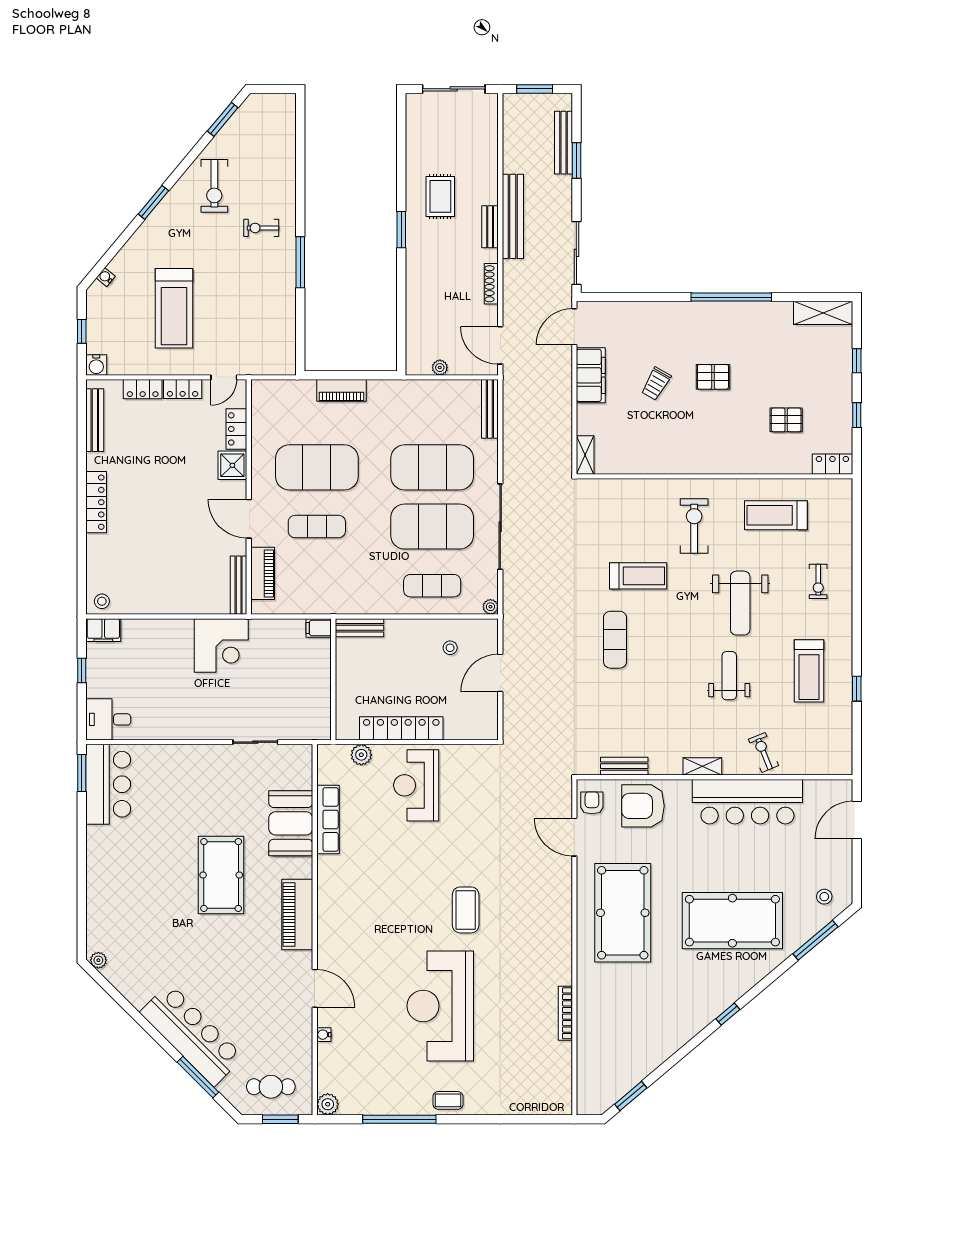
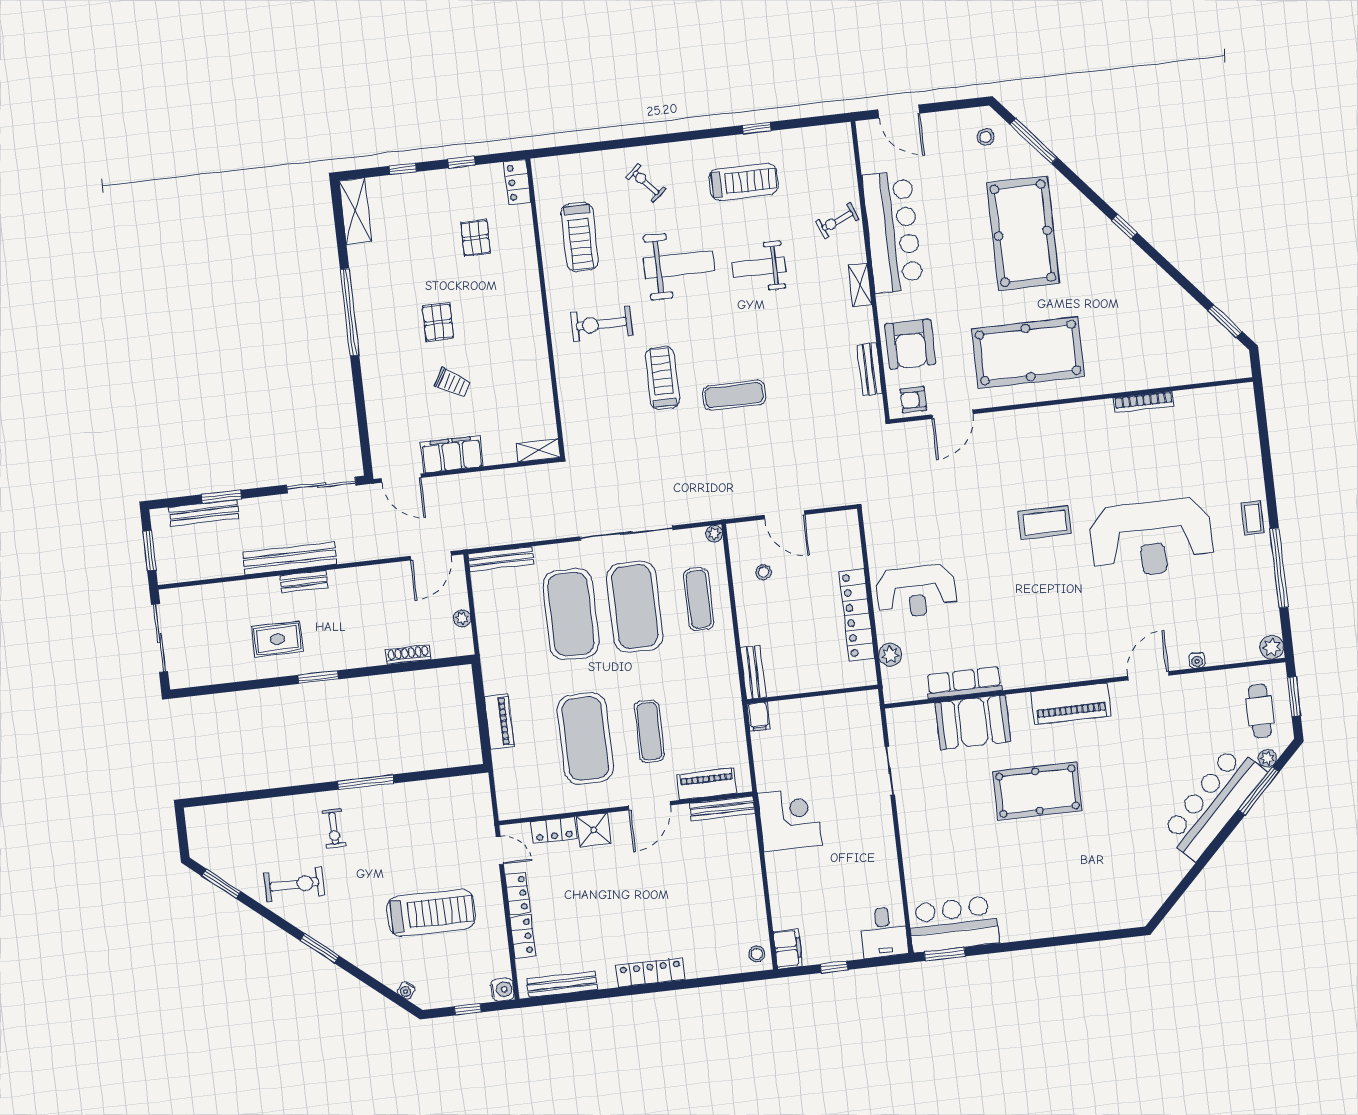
shoe rack: (491, 284) -> (408, 655), moved, turned 180
exercise bike: (818, 581) -> (646, 183), turned -131
plant: (98, 960) -> (1267, 758), moved

